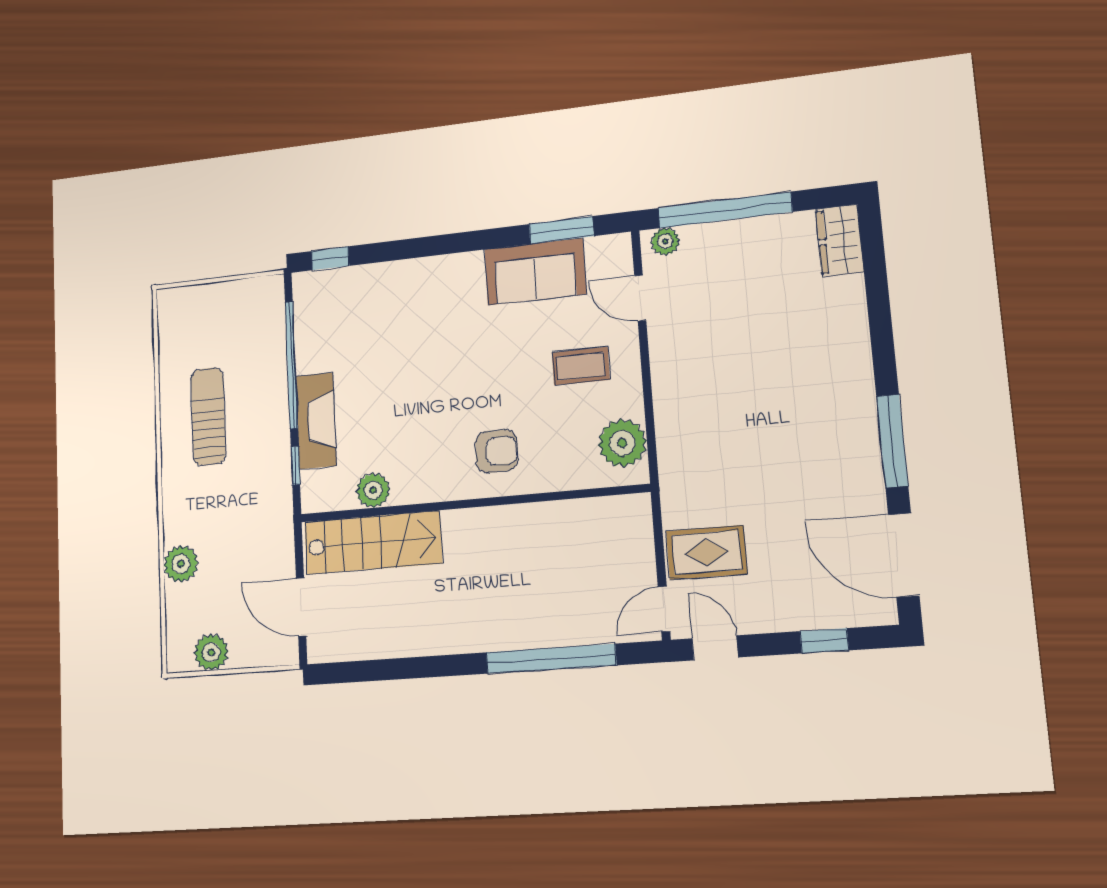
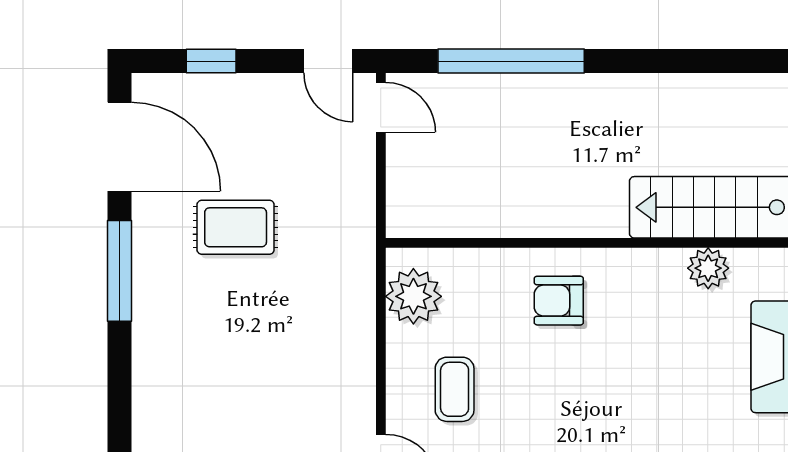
coffee table: (581, 366) -> (455, 389), turned 90
rug: (706, 552) -> (236, 227), moved
door: (664, 609) -> (381, 107), hinge flipped

